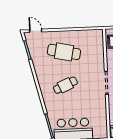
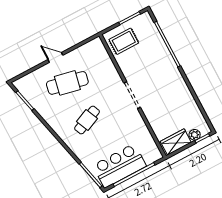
door: (36, 31) -> (55, 57), moved

